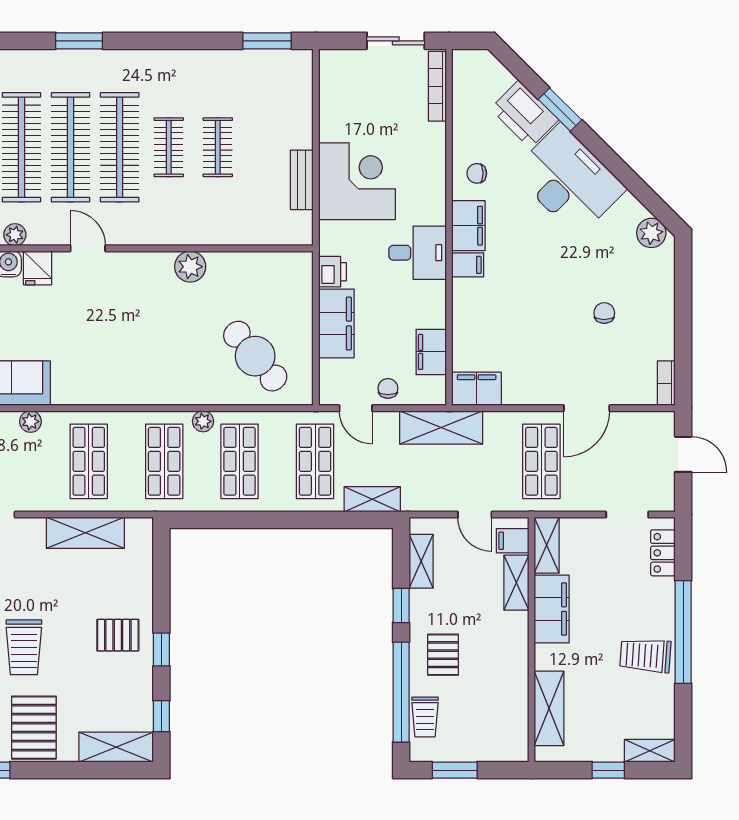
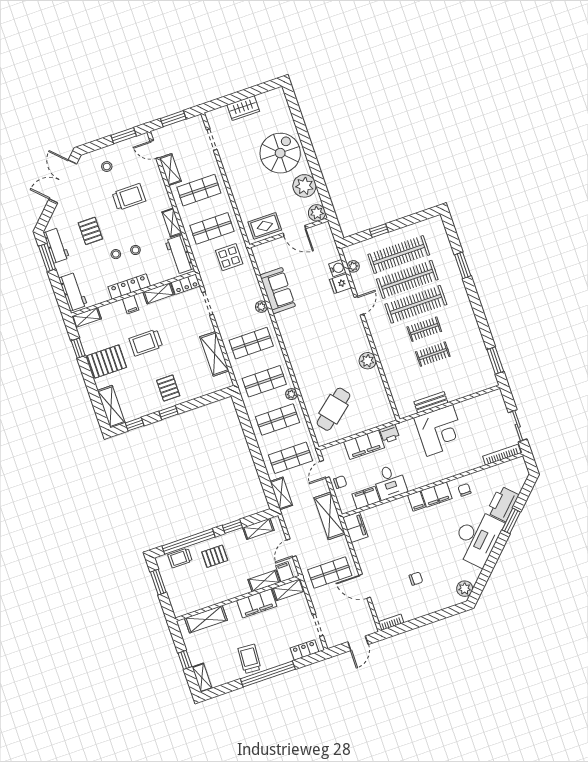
desk: (418, 253) -> (390, 482), moved

